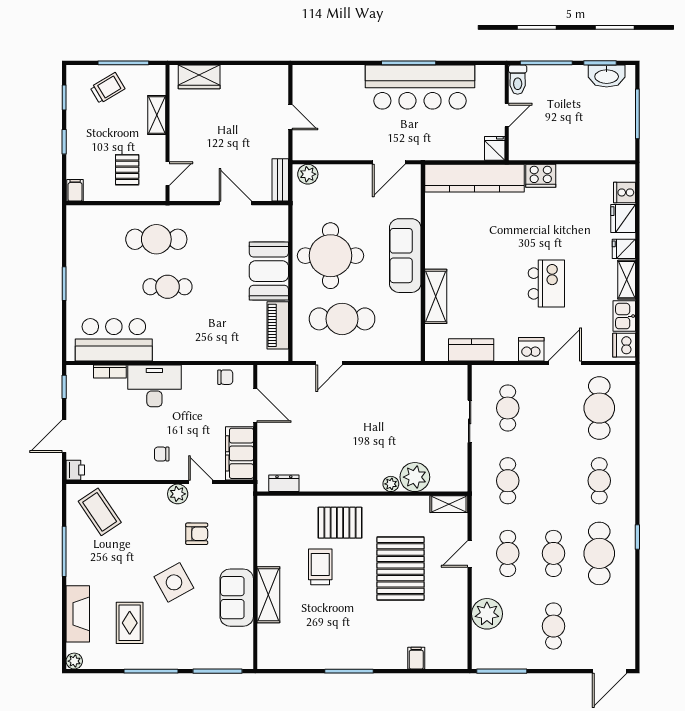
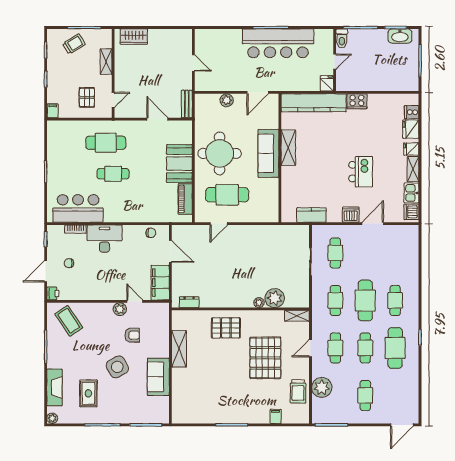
plant: (308, 174) -> (227, 100), moved
shelving: (436, 296) -> (288, 148), moved
cafe table: (599, 408) -> (365, 300), moved
chair: (162, 454) -> (69, 263), moved
trolley: (320, 567) -> (298, 391), moved, turned 180
shelving: (268, 595) -> (179, 349), moved

